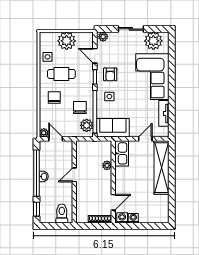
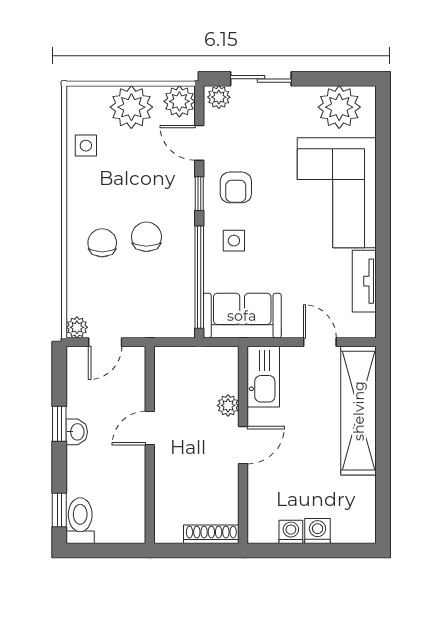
sliding door: (131, 29) -> (261, 79), moved
cafe table: (61, 74) -> (119, 186), removed
chair: (80, 108) -> (146, 237), moved
plant: (87, 125) -> (179, 101), moved
door: (56, 139) -> (105, 342), swing flipped
door: (145, 139) -> (320, 342), hinge flipped
window: (36, 173) -> (59, 424), width x0.32
door: (113, 202) -> (243, 445), moved
toilet: (62, 214) -> (80, 521), moved
washing machine: (122, 218) -> (318, 531), moved

